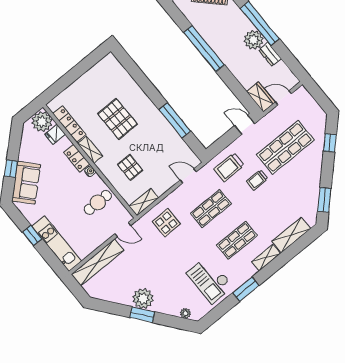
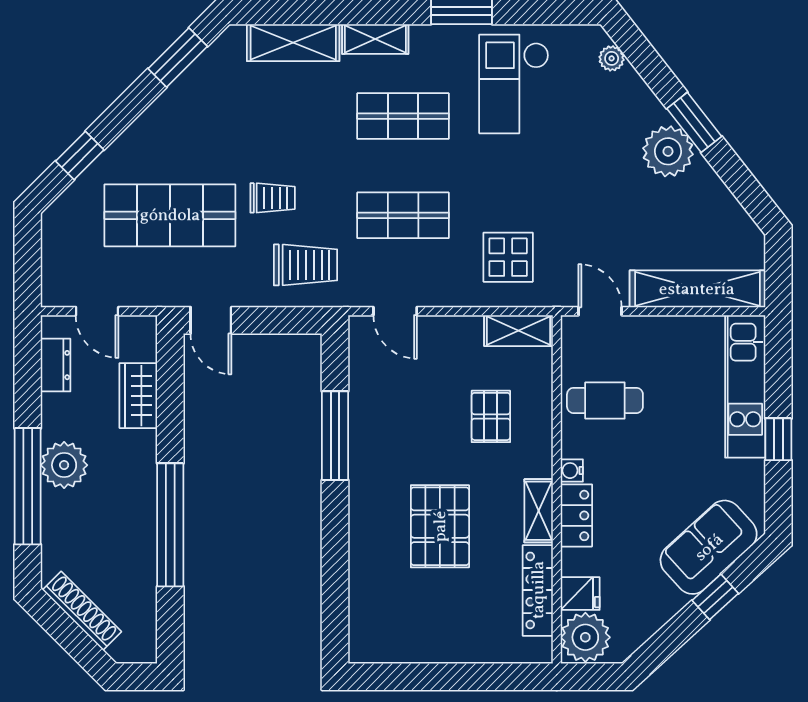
dresser: (270, 54) -> (56, 365), moved
wardrobe: (261, 97) -> (138, 396), moved
checkout: (210, 280) -> (514, 84), turned 180

